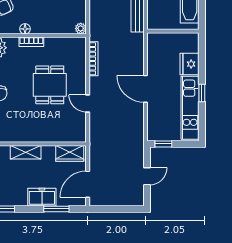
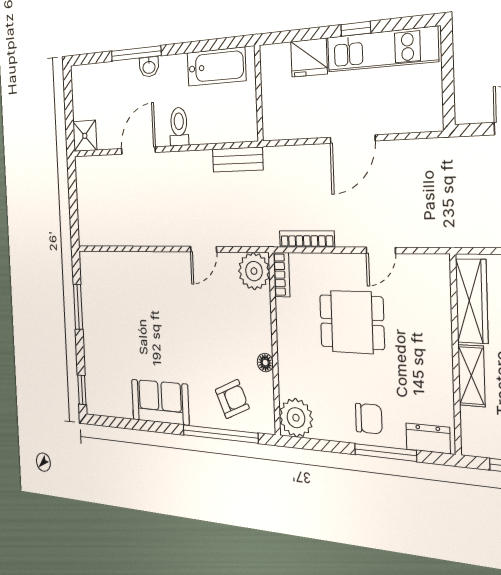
plant: (81, 28) -> (254, 271), width x1.88, depth x1.88
bookcase: (31, 42) -> (282, 275), moved
window: (163, 144) -> (448, 97), removed
wardrobe: (70, 153) -> (472, 301), width x1.50

